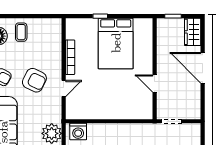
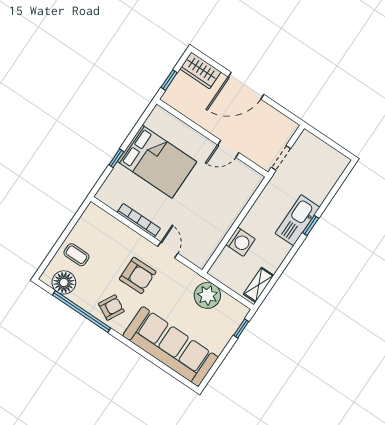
armchair: (34, 80) -> (138, 275), turned 63
washing machine: (78, 132) -> (240, 242), moved

